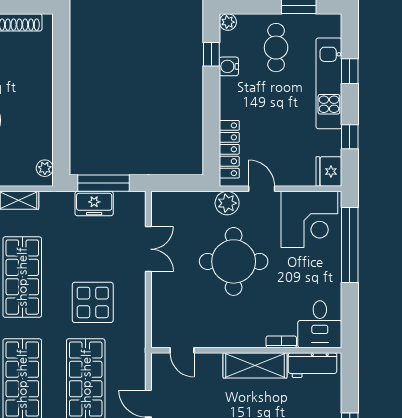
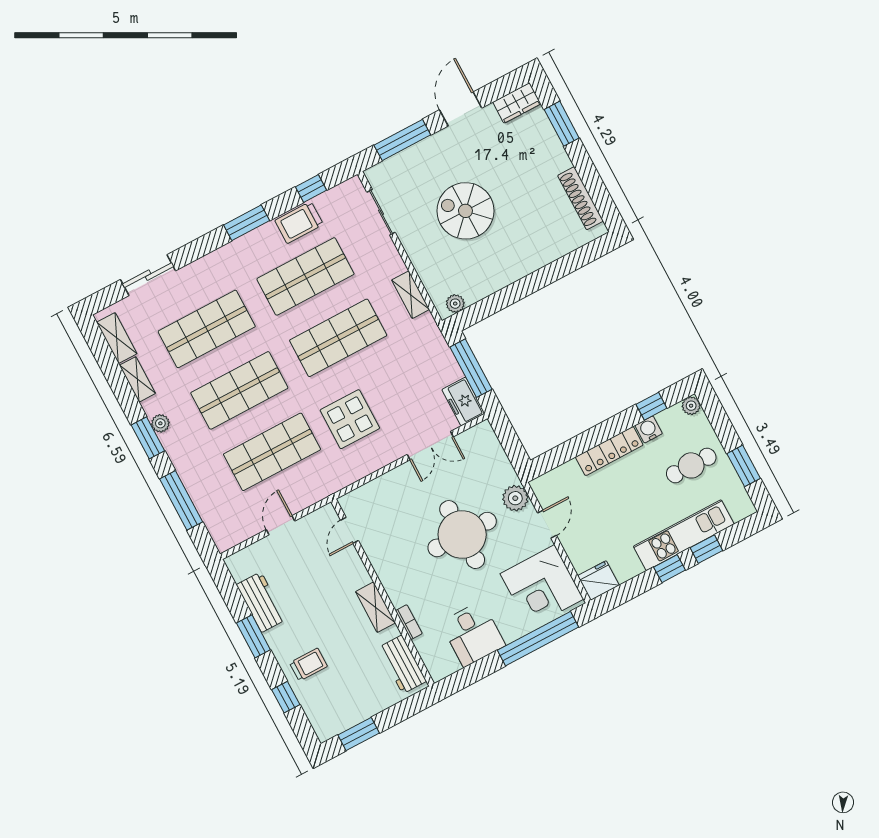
window: (350, 137) -> (670, 569), moved
locker: (229, 149) -> (609, 451), moved
freezer: (94, 204) -> (463, 401), moved
desk: (320, 324) -> (473, 634), moved, turned -90
shelving: (255, 365) -> (376, 607), width x0.67, depth x0.75

